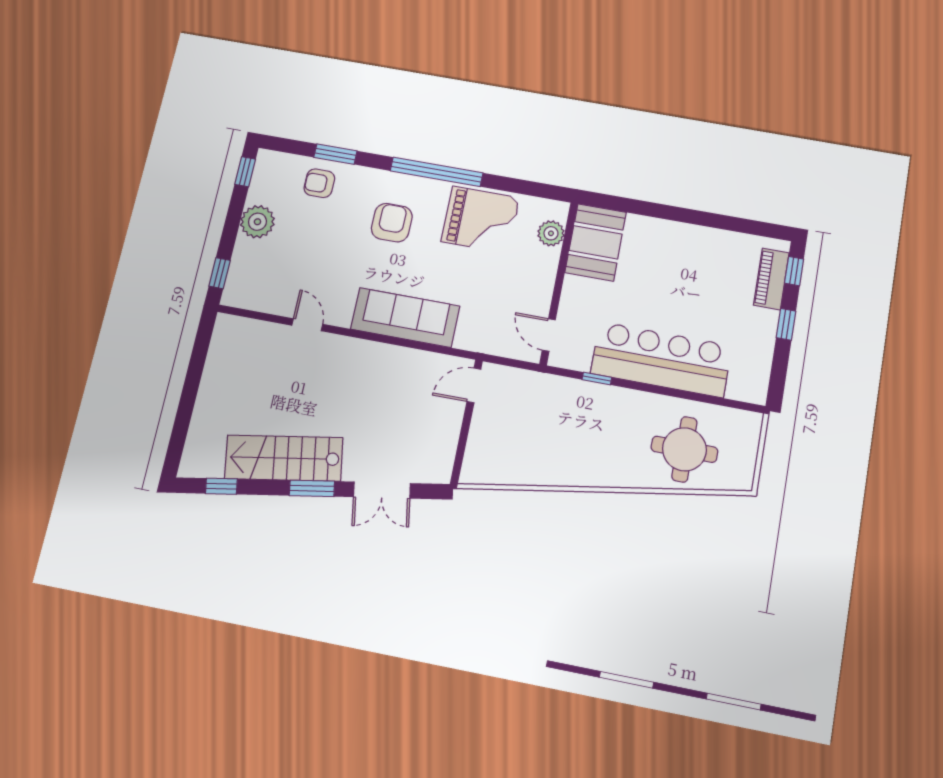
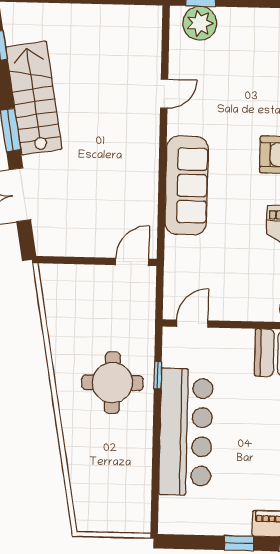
plant: (257, 222) -> (200, 23), moved
door: (474, 385) -> (132, 262), hinge flipped
round table: (684, 449) -> (112, 383), moved

